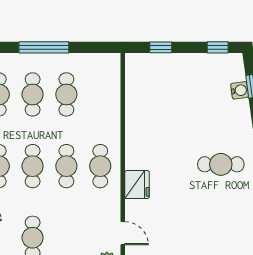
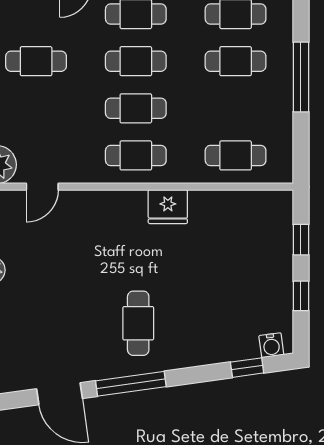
window: (218, 47) -> (301, 296), moved
water cooler: (240, 90) -> (271, 345), moved
cafe table: (66, 94) -> (236, 155), moved
fridge: (137, 185) -> (168, 207), moved

